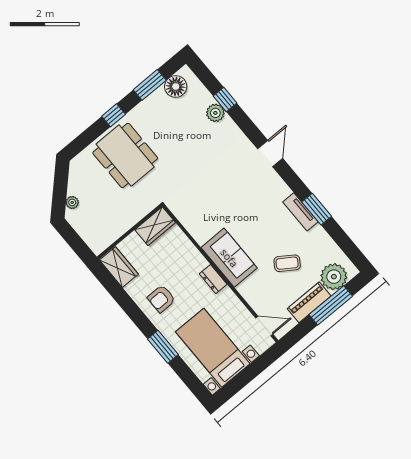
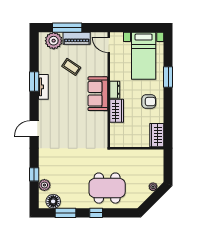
plant: (215, 113) -> (44, 185), moved
dining table: (125, 155) -> (107, 188), turned 90
wardrobe: (155, 226) -> (117, 111), moved, turned 90

